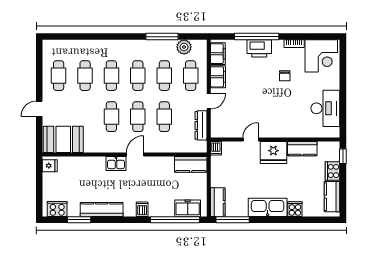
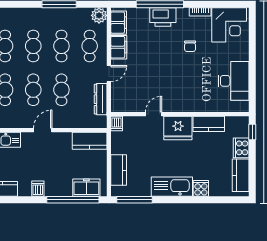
plant: (184, 47) -> (99, 15), moved
door: (135, 154) -> (43, 130), moved
kitchen counter: (218, 202) -> (119, 170), moved

